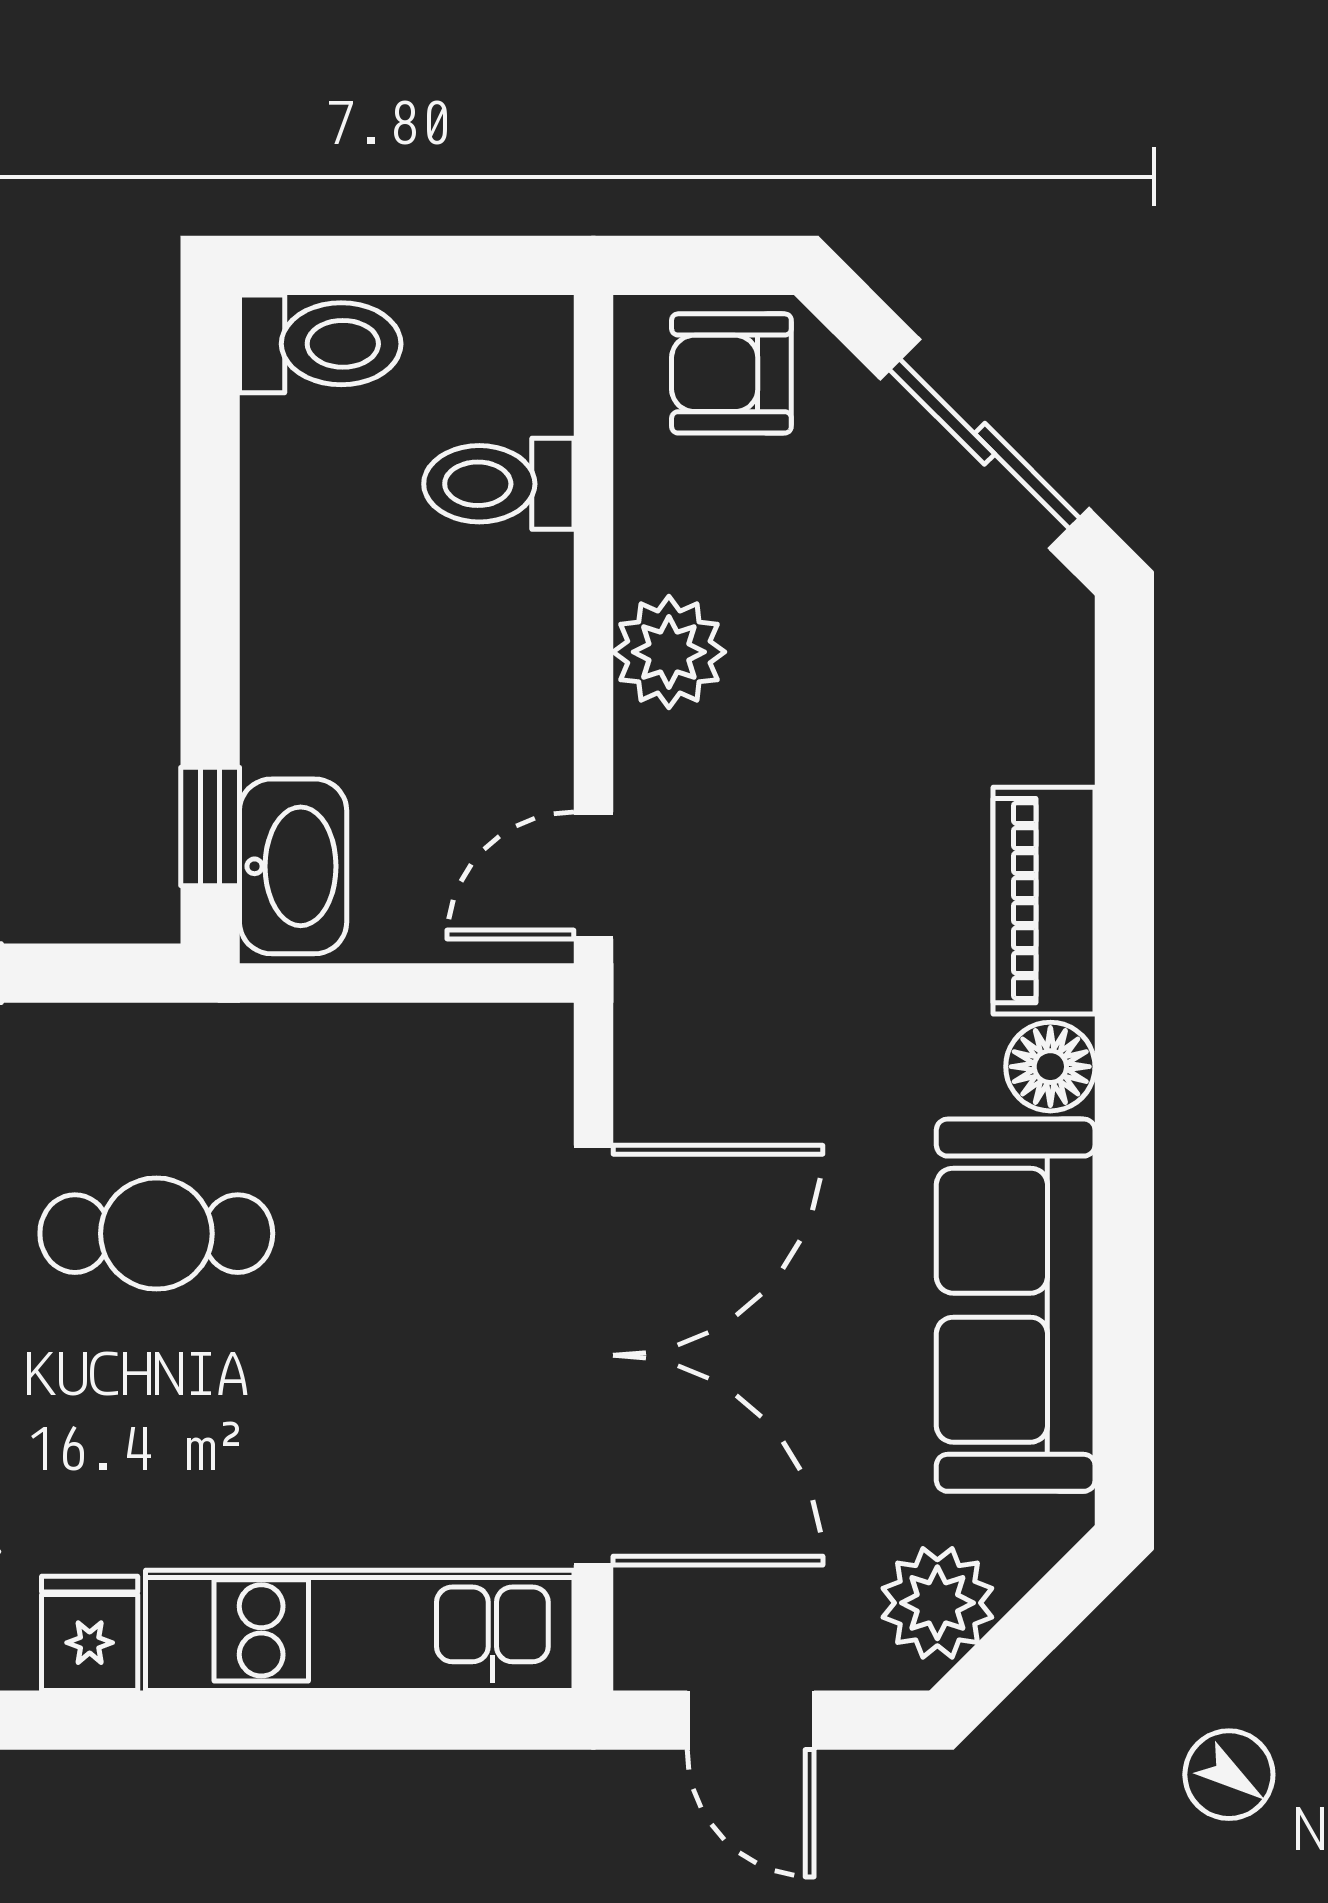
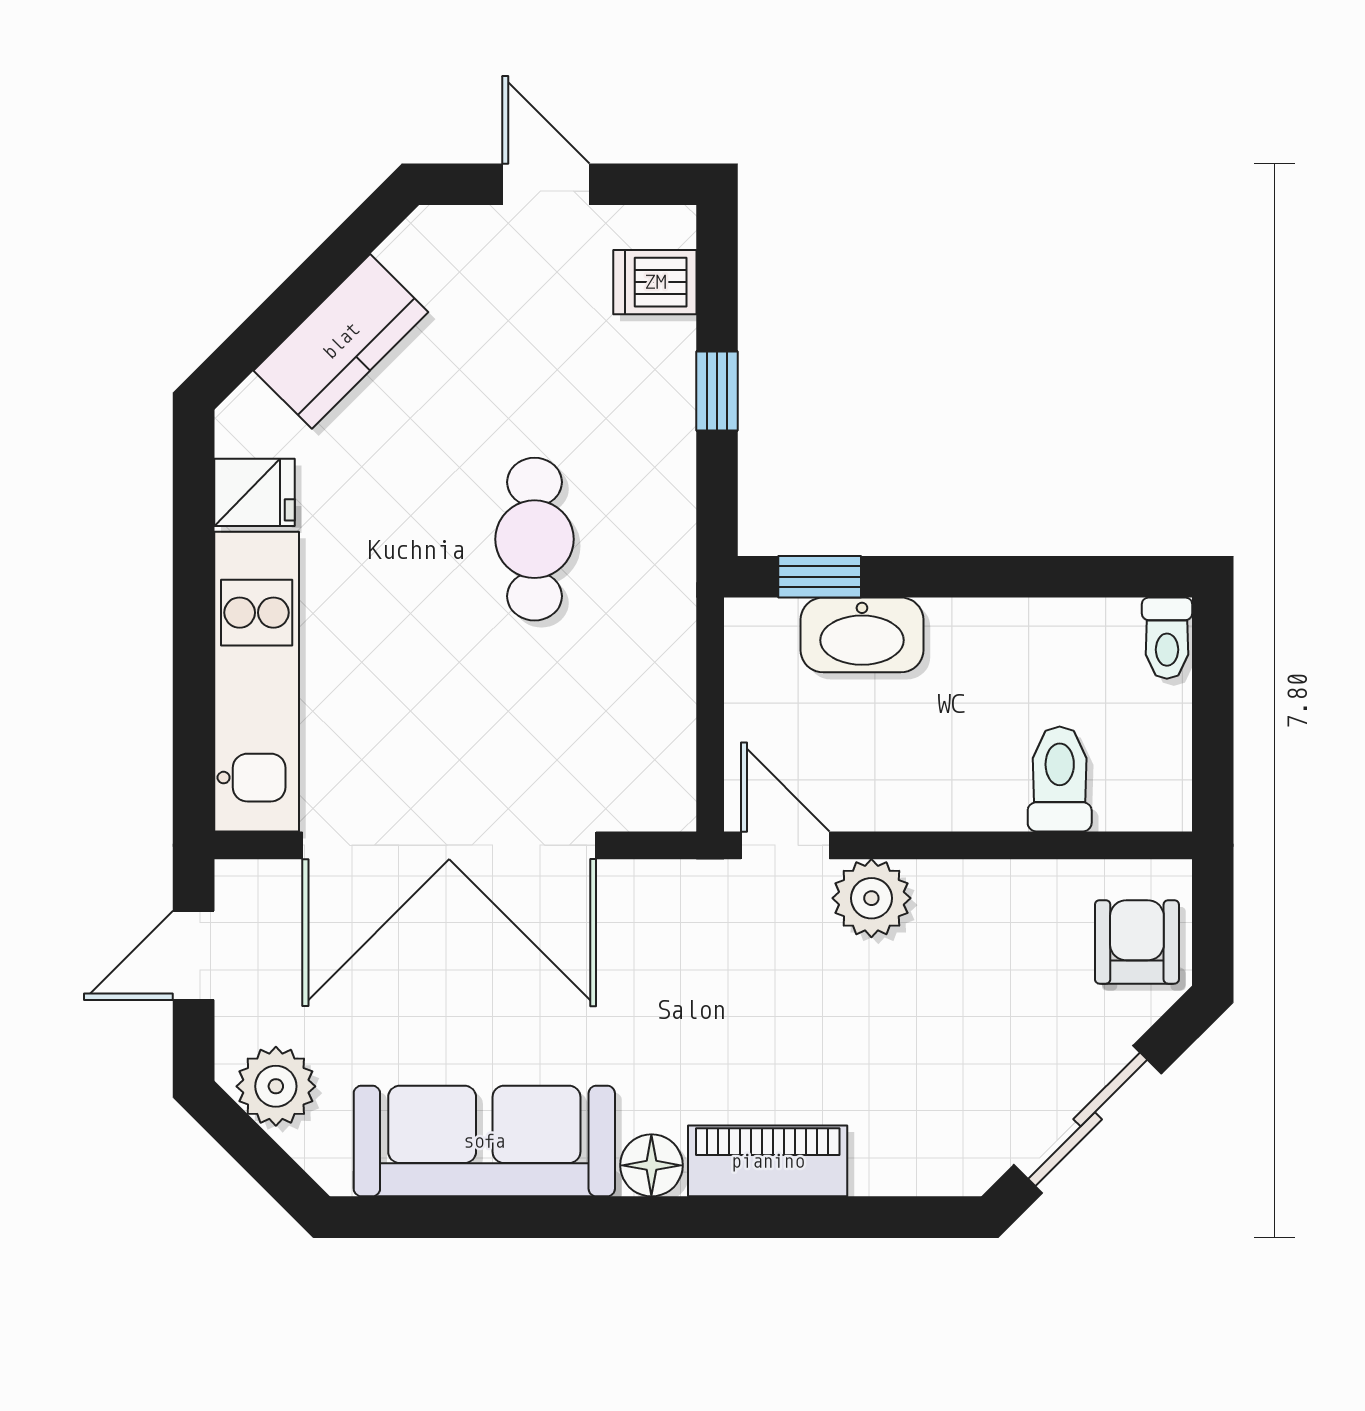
toilet: (320, 344) -> (1167, 638), width x0.73, depth x0.72
plant: (669, 652) -> (871, 898), moved
washbasin: (293, 866) -> (862, 635), moved

